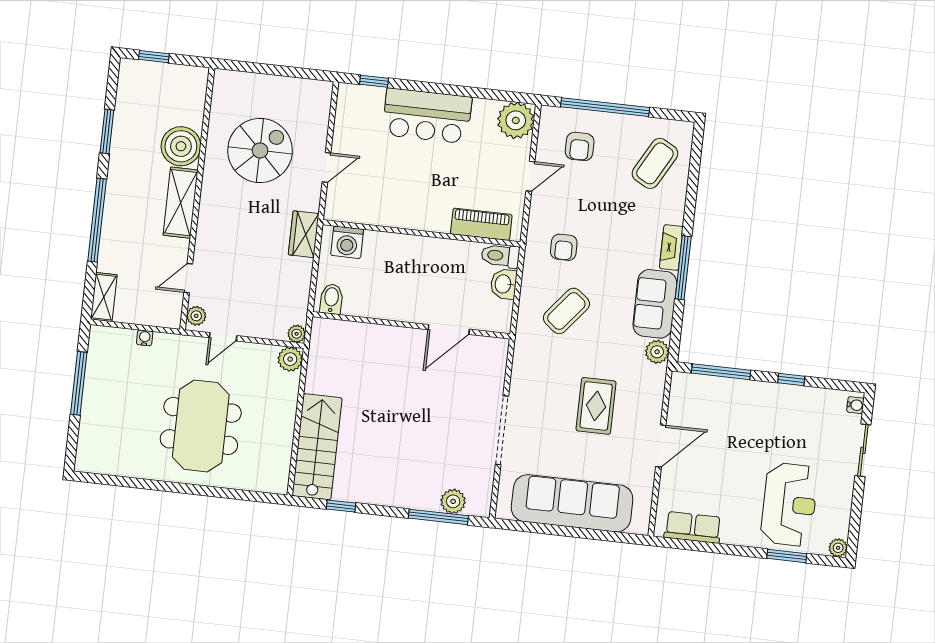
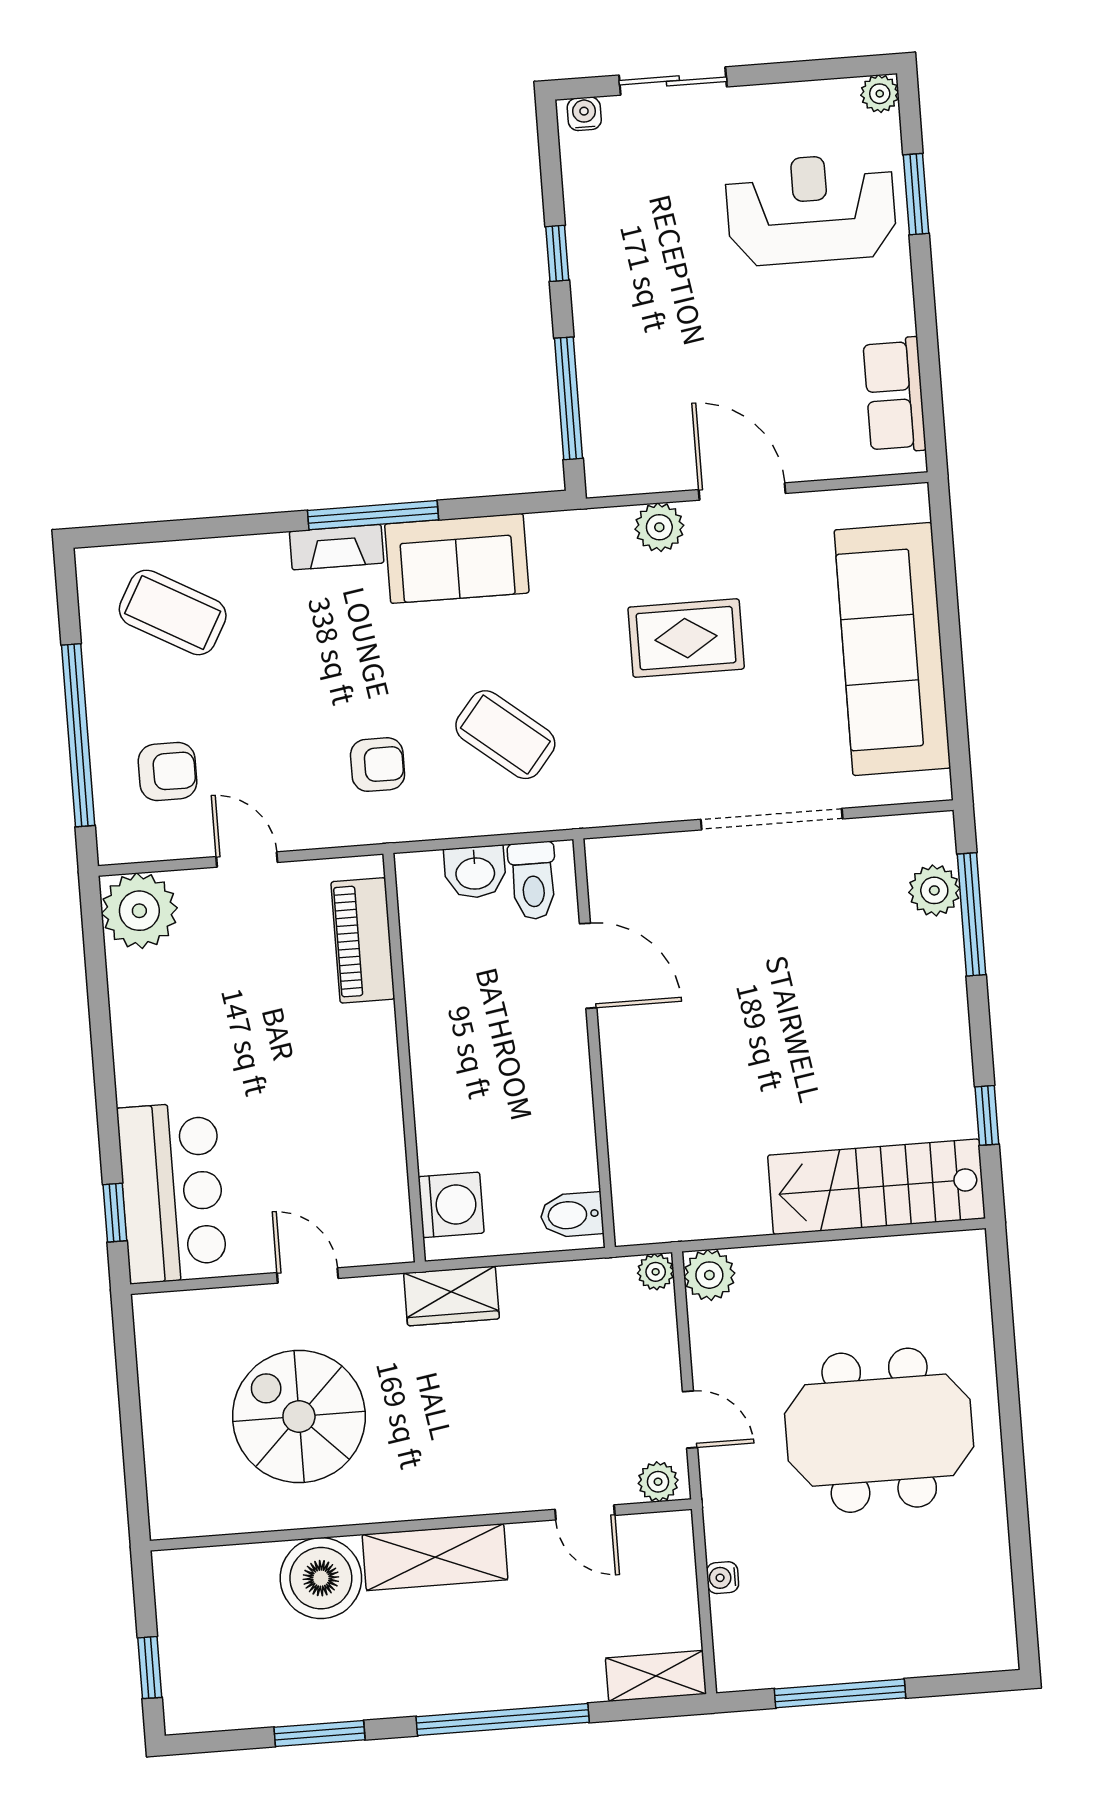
bar counter: (427, 116) -> (172, 1192), moved
toilet: (500, 256) -> (533, 881), moved
plant: (657, 352) -> (659, 527), moved

